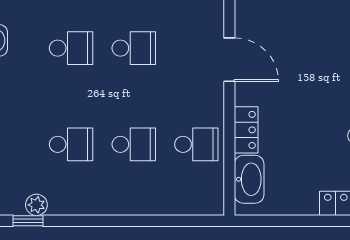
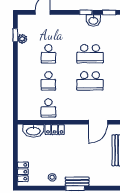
school desk: (71, 48) -> (90, 54), width x1.85
school desk: (134, 48) -> (90, 81), width x1.85
door: (229, 60) -> (98, 122), moved

